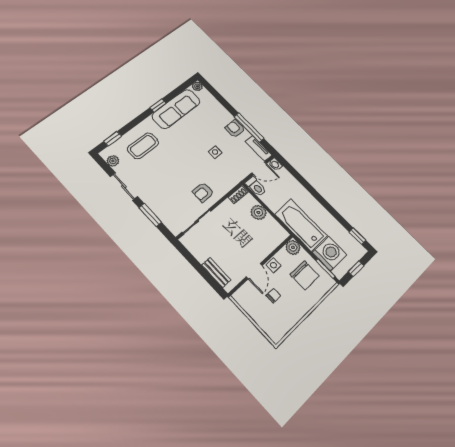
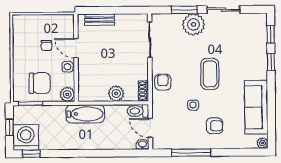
window: (158, 105) -> (271, 62), moved
armchair: (235, 129) -> (215, 126), moved
coffee table: (143, 146) -> (210, 74), moved
tv unit: (259, 148) -> (167, 143), removed
plant: (113, 161) -> (193, 24), moved, width x1.88, depth x1.88
door: (259, 168) -> (150, 128), hinge flipped
armchair: (203, 192) -> (163, 82), moved
bathtub: (301, 225) -> (85, 114), width x0.73, depth x0.73
washing machine: (329, 254) -> (26, 137), moved, turned 180
chair: (305, 275) -> (40, 83), turned 180

